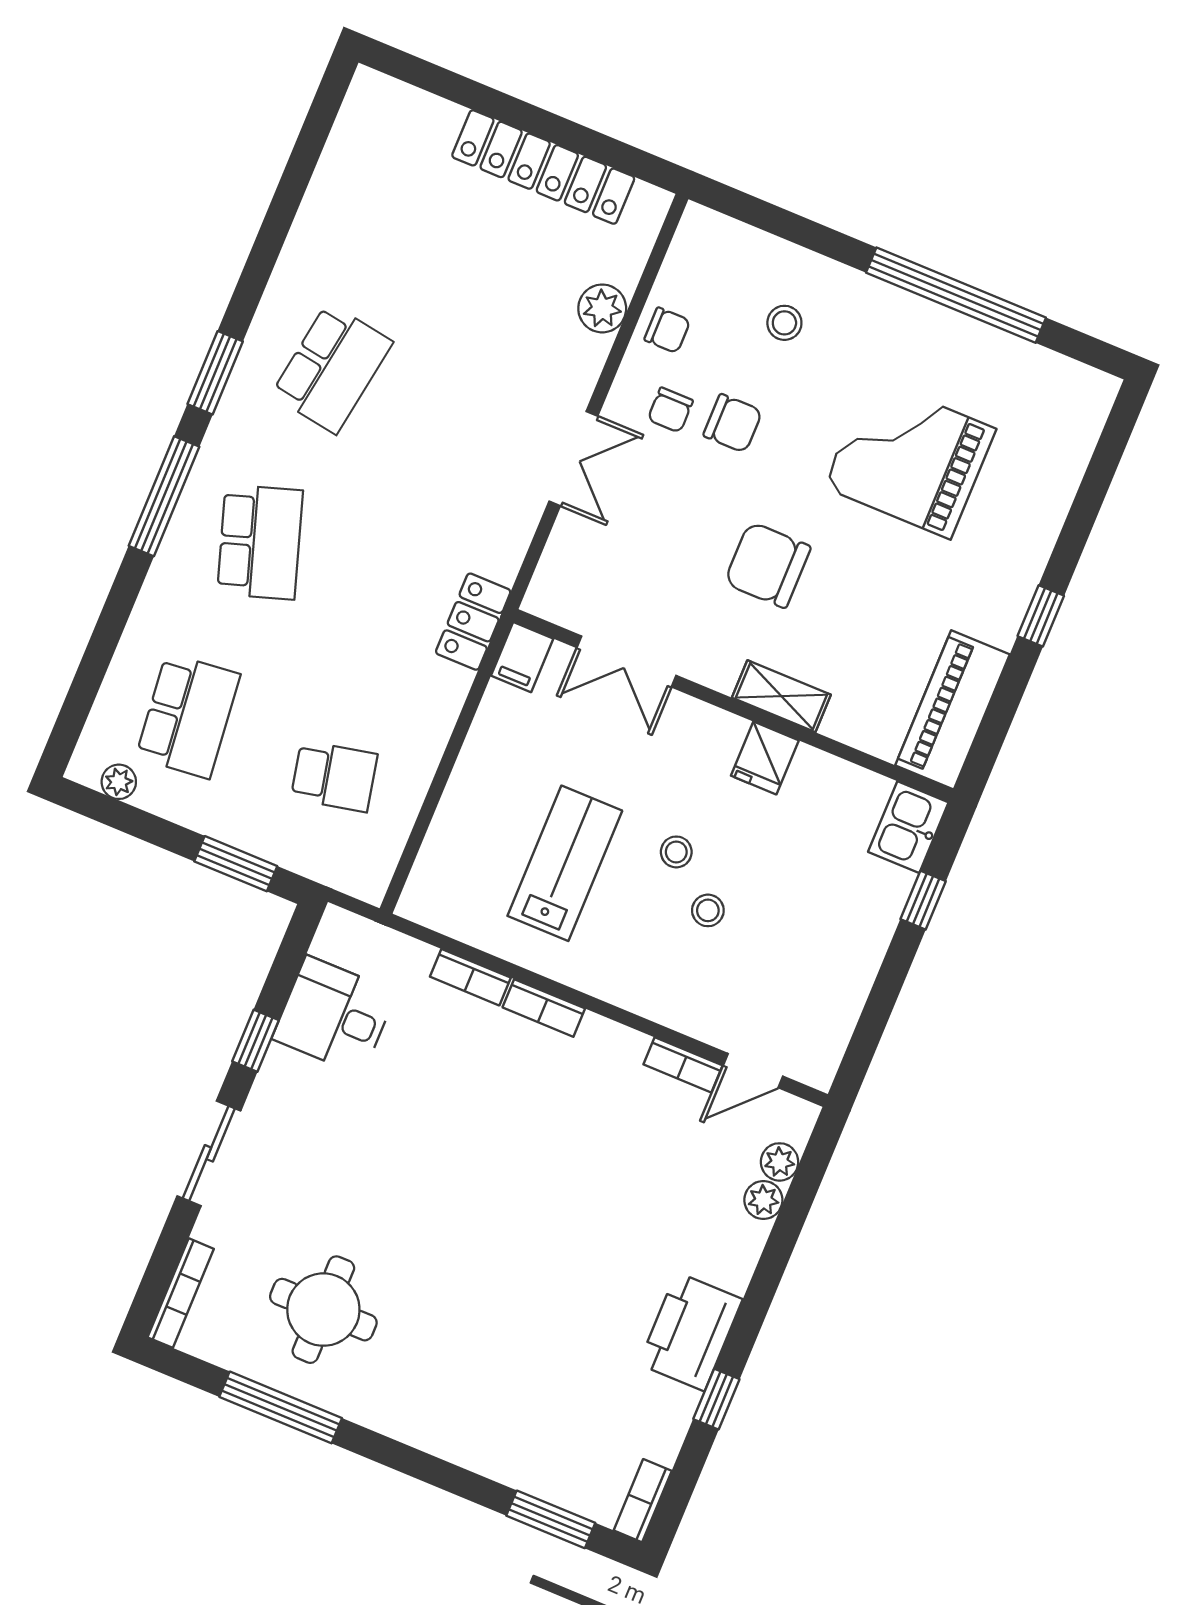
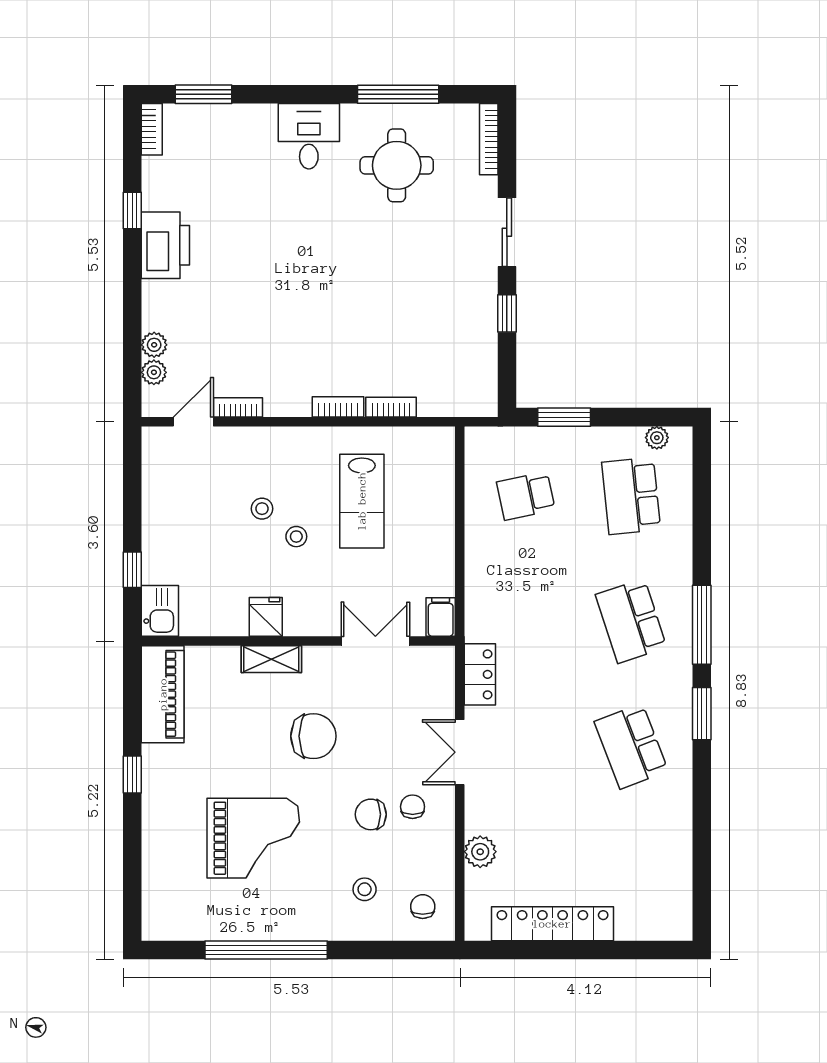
chair: (667, 330) -> (423, 907), moved, turned 90
school desk: (332, 368) -> (631, 746), turned -30
locker: (473, 622) -> (480, 674), moved
desk: (334, 1015) -> (309, 136), moved, turned -90

